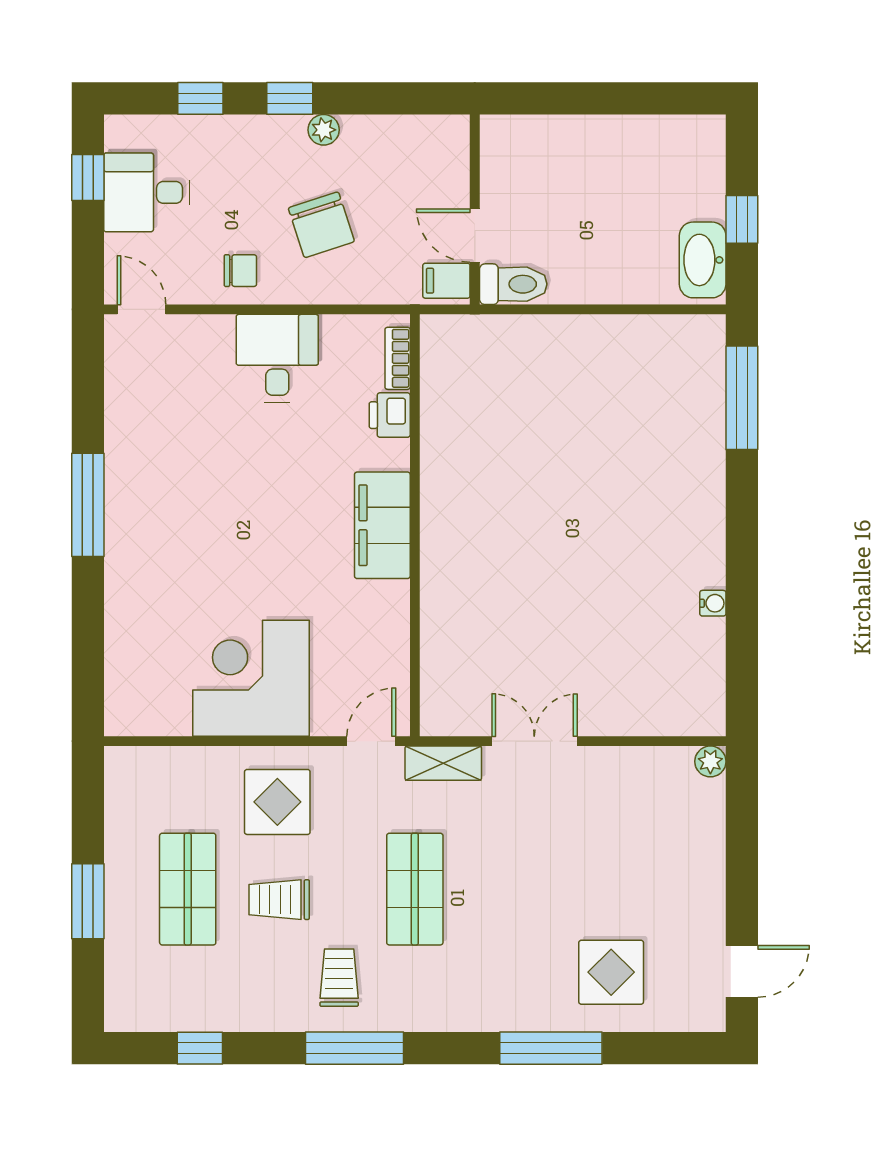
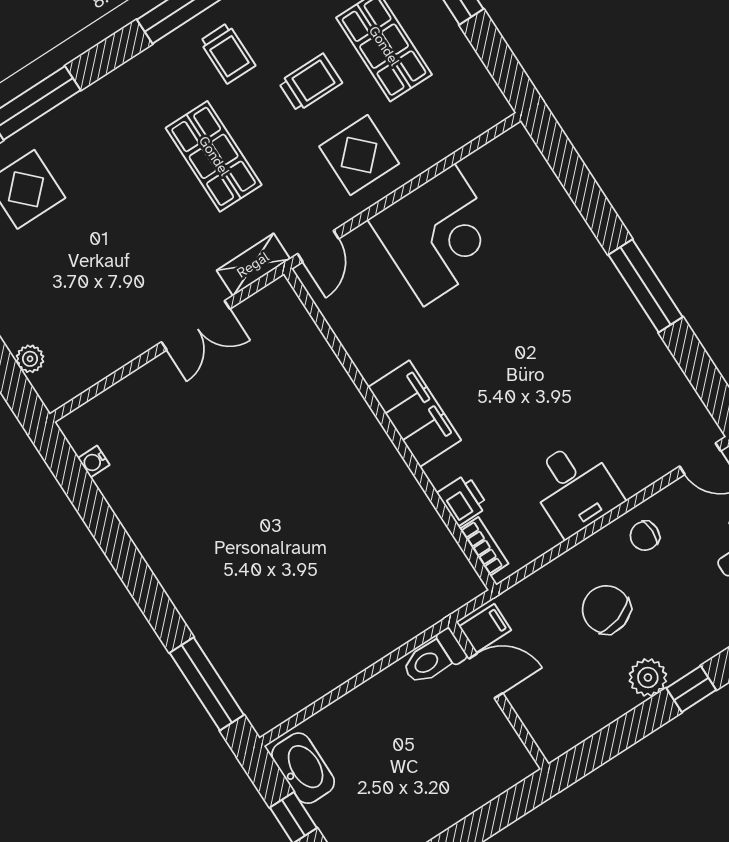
plant: (324, 130) -> (648, 678), width x1.38, depth x1.38
water cooler: (713, 603) -> (94, 461), moved
plant: (710, 761) -> (30, 359), moved

